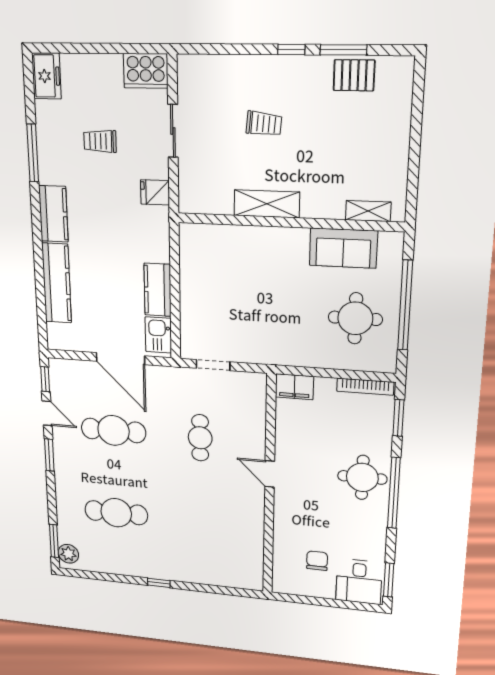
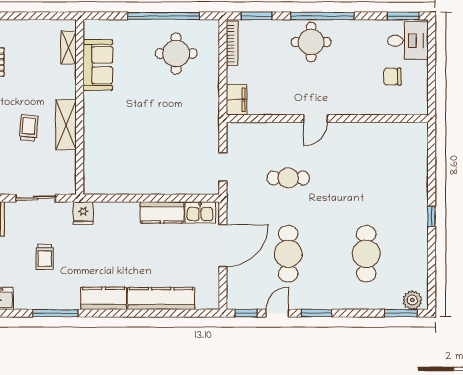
shelving: (267, 204) -> (66, 125), moved
shelving: (368, 211) -> (69, 48), moved
wall: (289, 222) -> (80, 107), moved
sofa: (343, 248) -> (98, 65), moved

